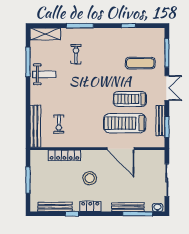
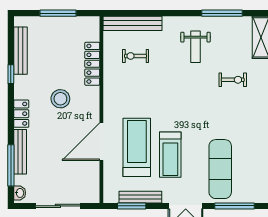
exercise mat: (140, 63) -> (220, 169), width x1.36, depth x1.45
weight bench: (44, 74) -> (195, 47), moved
treadmill: (130, 99) -> (170, 155), turned 180
locker: (90, 206) -> (21, 114), moved

